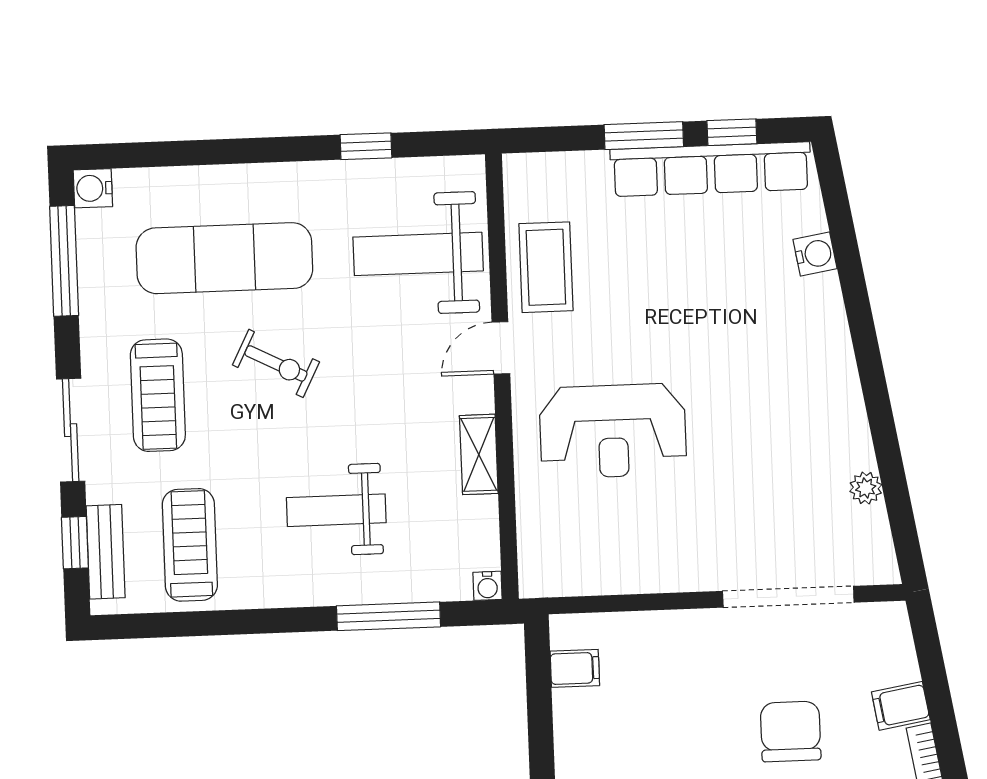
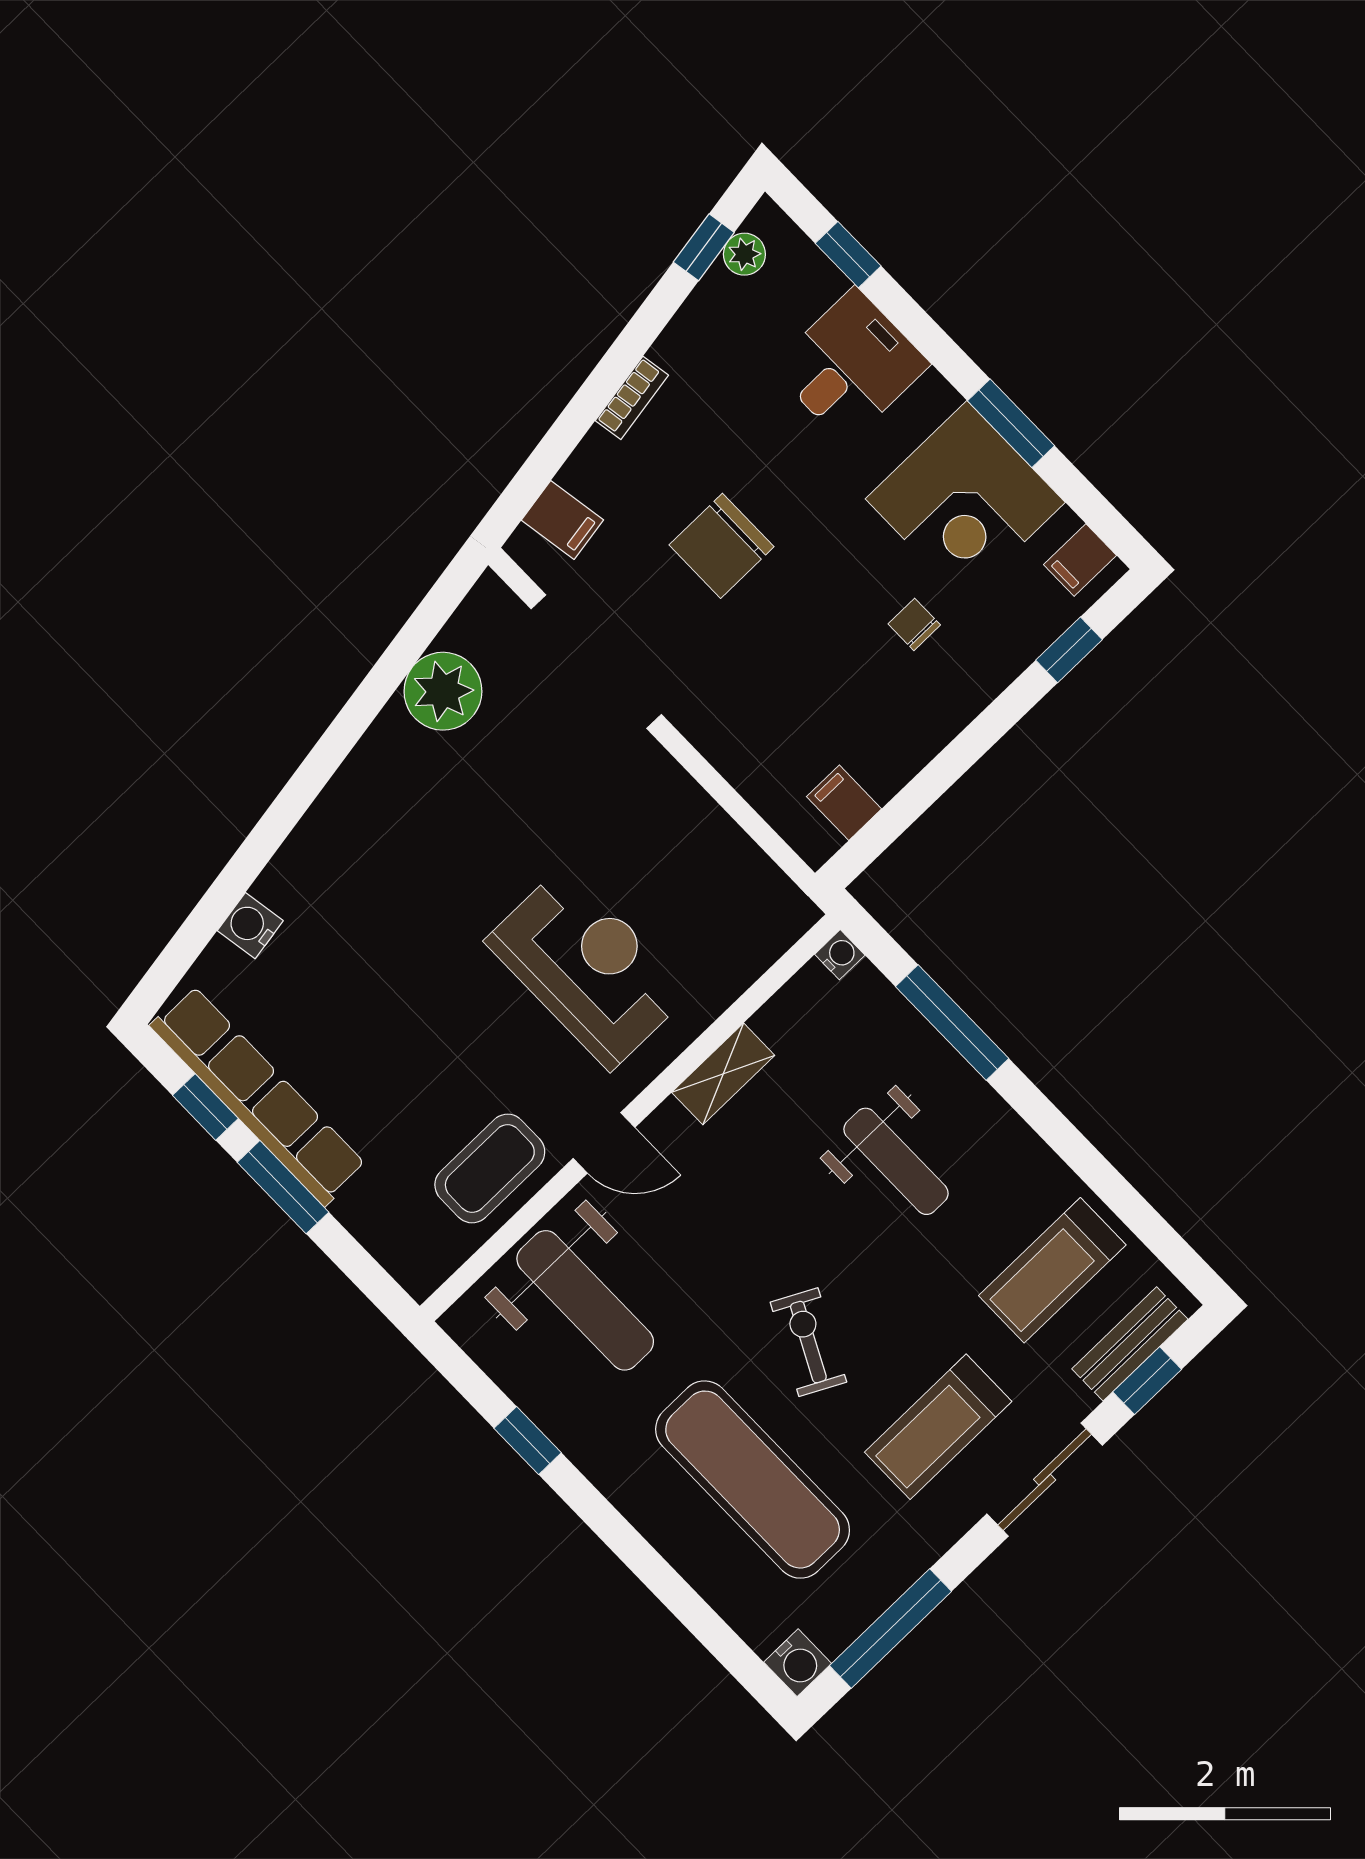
treadmill: (158, 395) -> (938, 1427), turned 180
plant: (866, 488) -> (443, 691), width x1.87, depth x1.87
filing cabinet: (901, 706) -> (562, 520), moved

